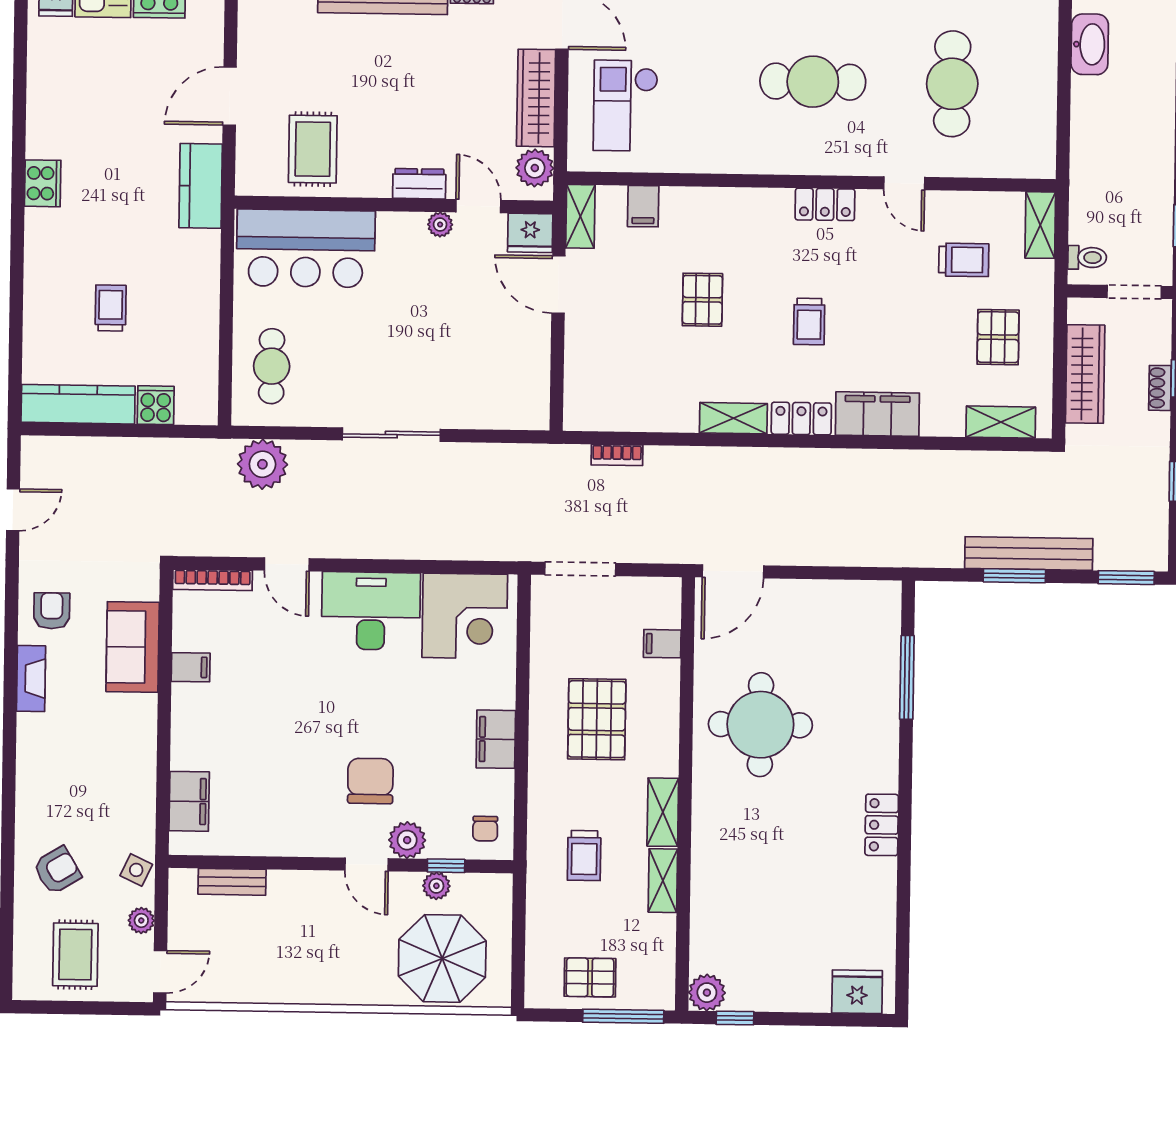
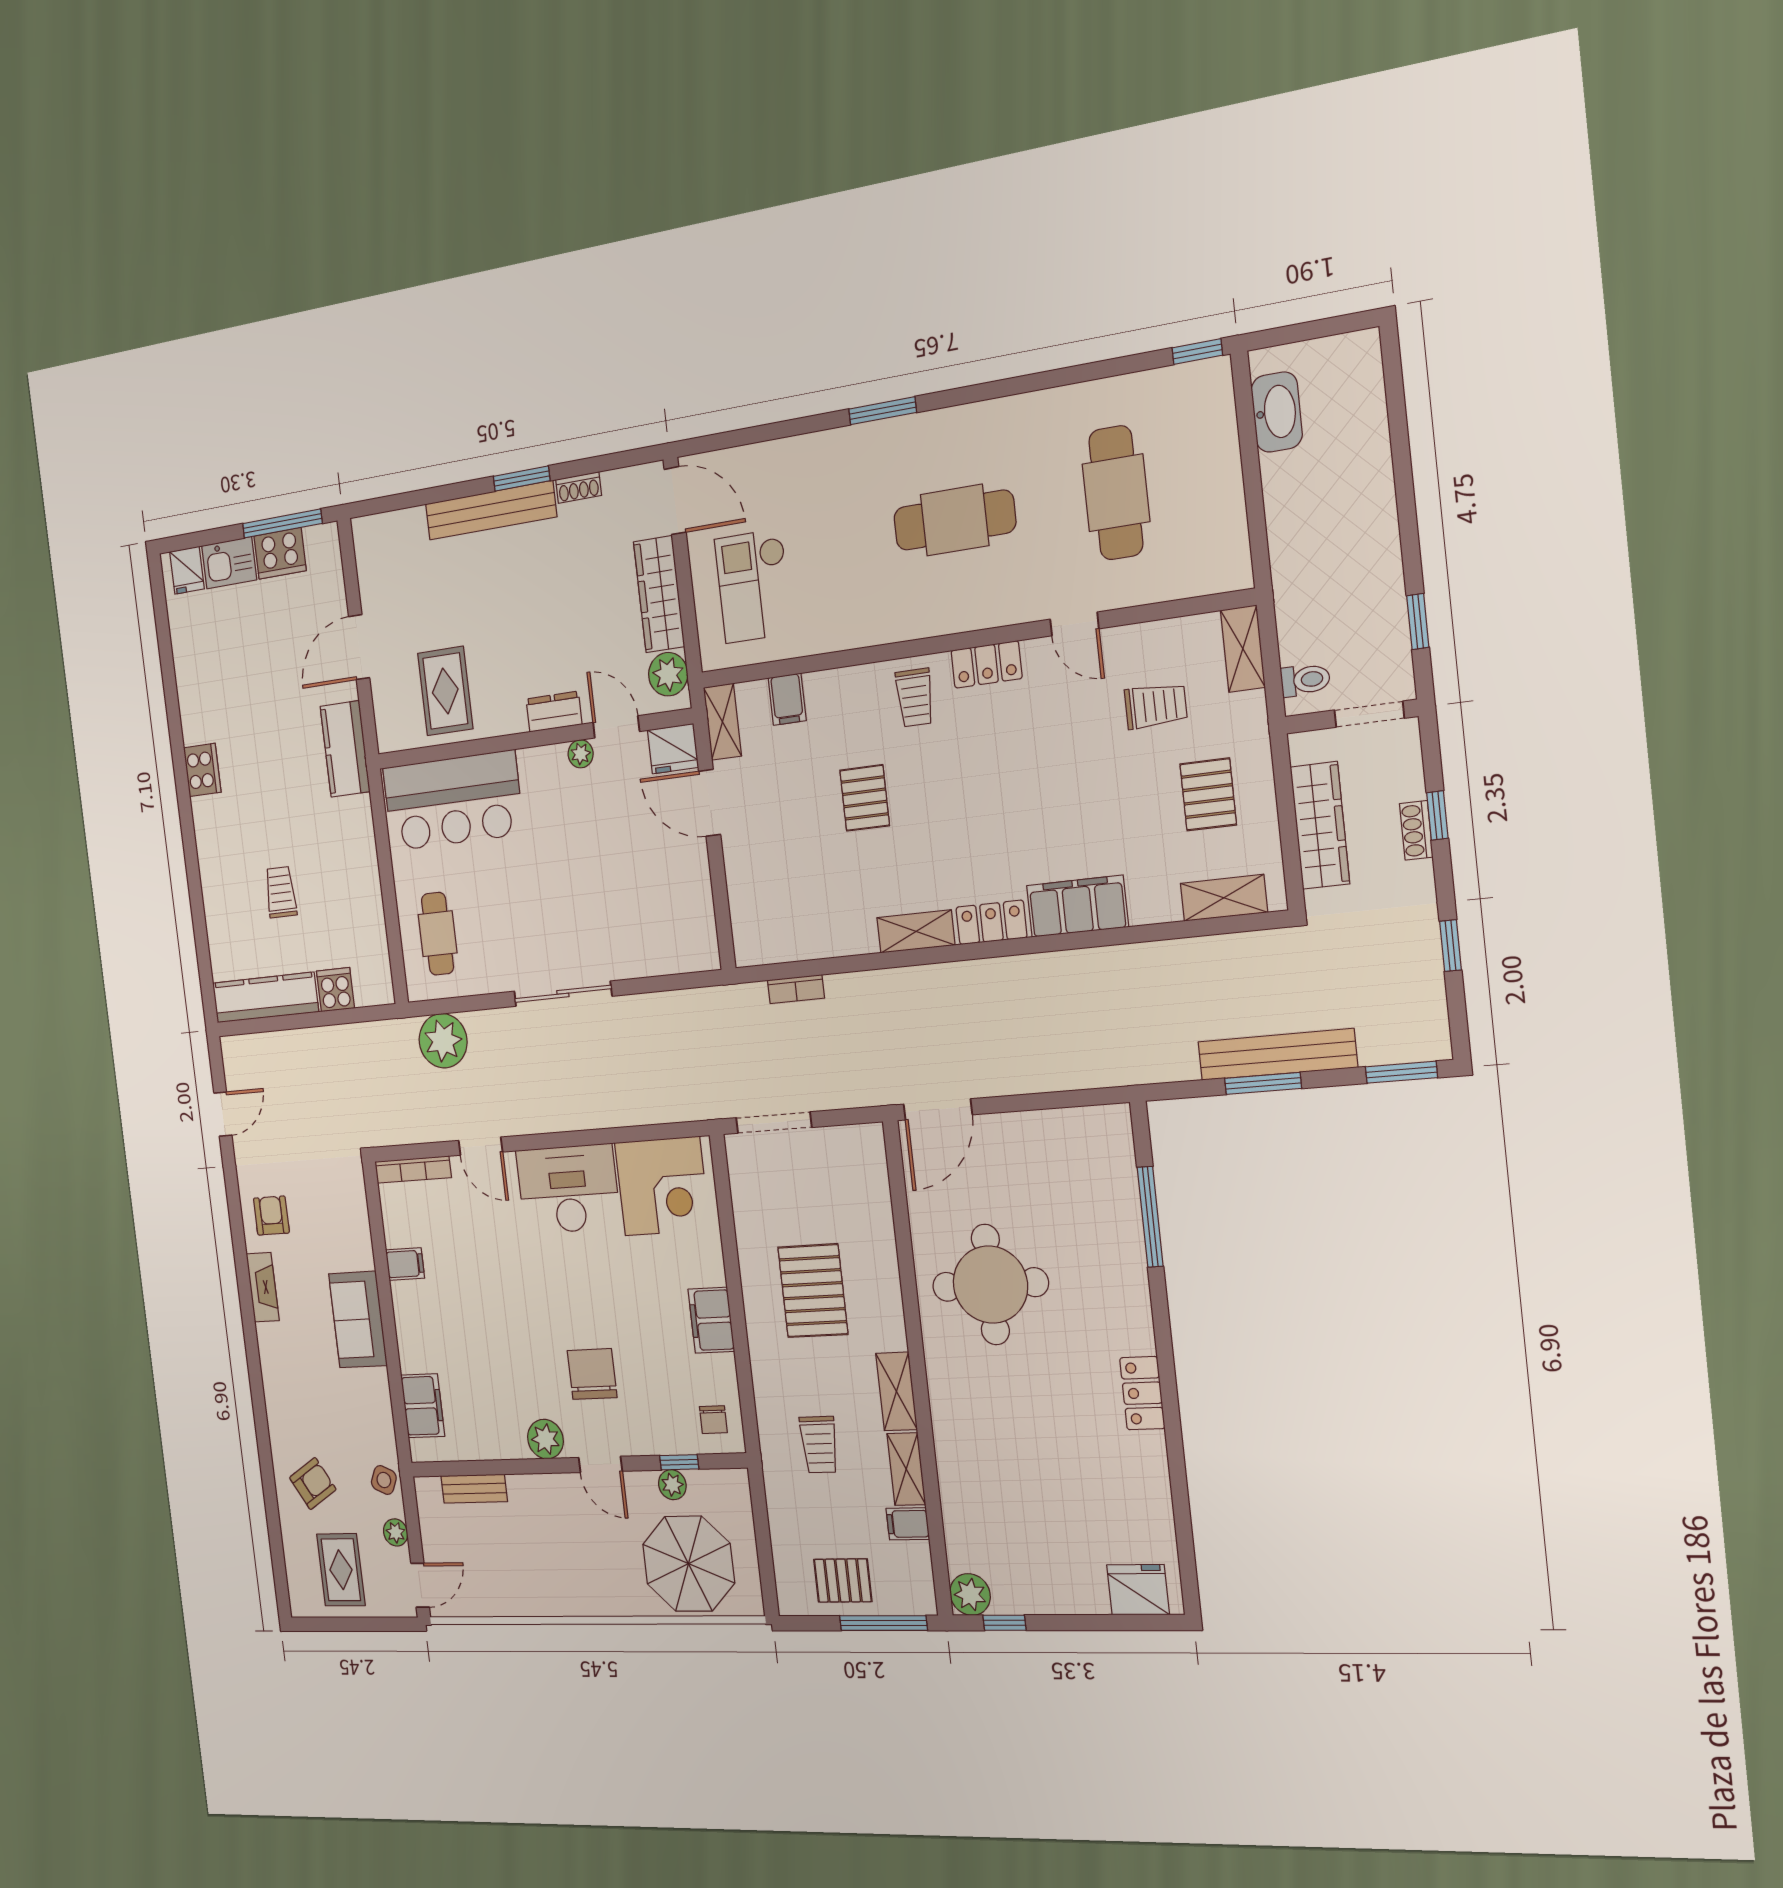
trolley: (809, 321) -> (915, 698), moved
filing cabinet: (662, 644) -> (908, 1524), moved
sofa: (133, 647) -> (358, 1320), moved
plant: (407, 840) -> (545, 1439), moved

